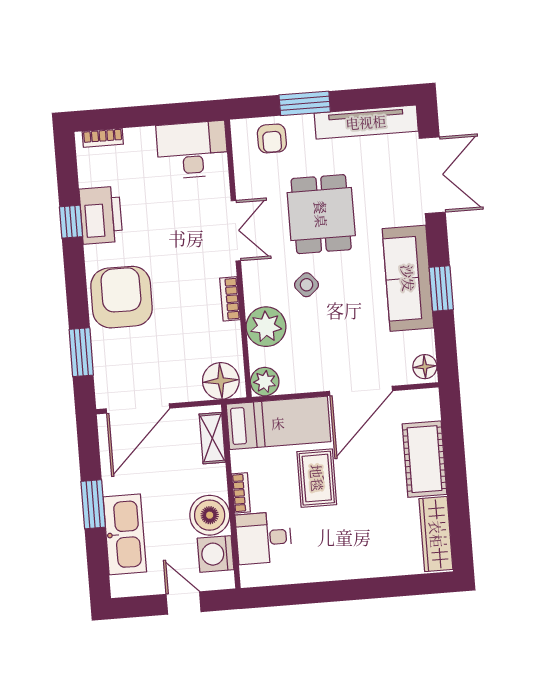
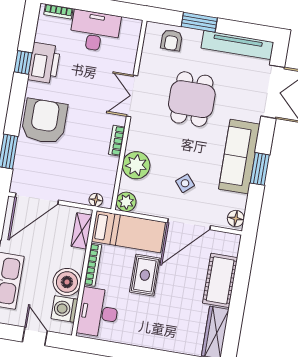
desk: (192, 150) -> (95, 31), moved
double door: (236, 231) -> (132, 96), swing flipped
side table: (307, 285) -> (185, 183), moved
floor lamp: (221, 381) -> (96, 200), width x0.53, depth x0.53
bookcase: (241, 493) -> (93, 265), width x1.56
desk: (264, 538) -> (98, 313), width x1.37

